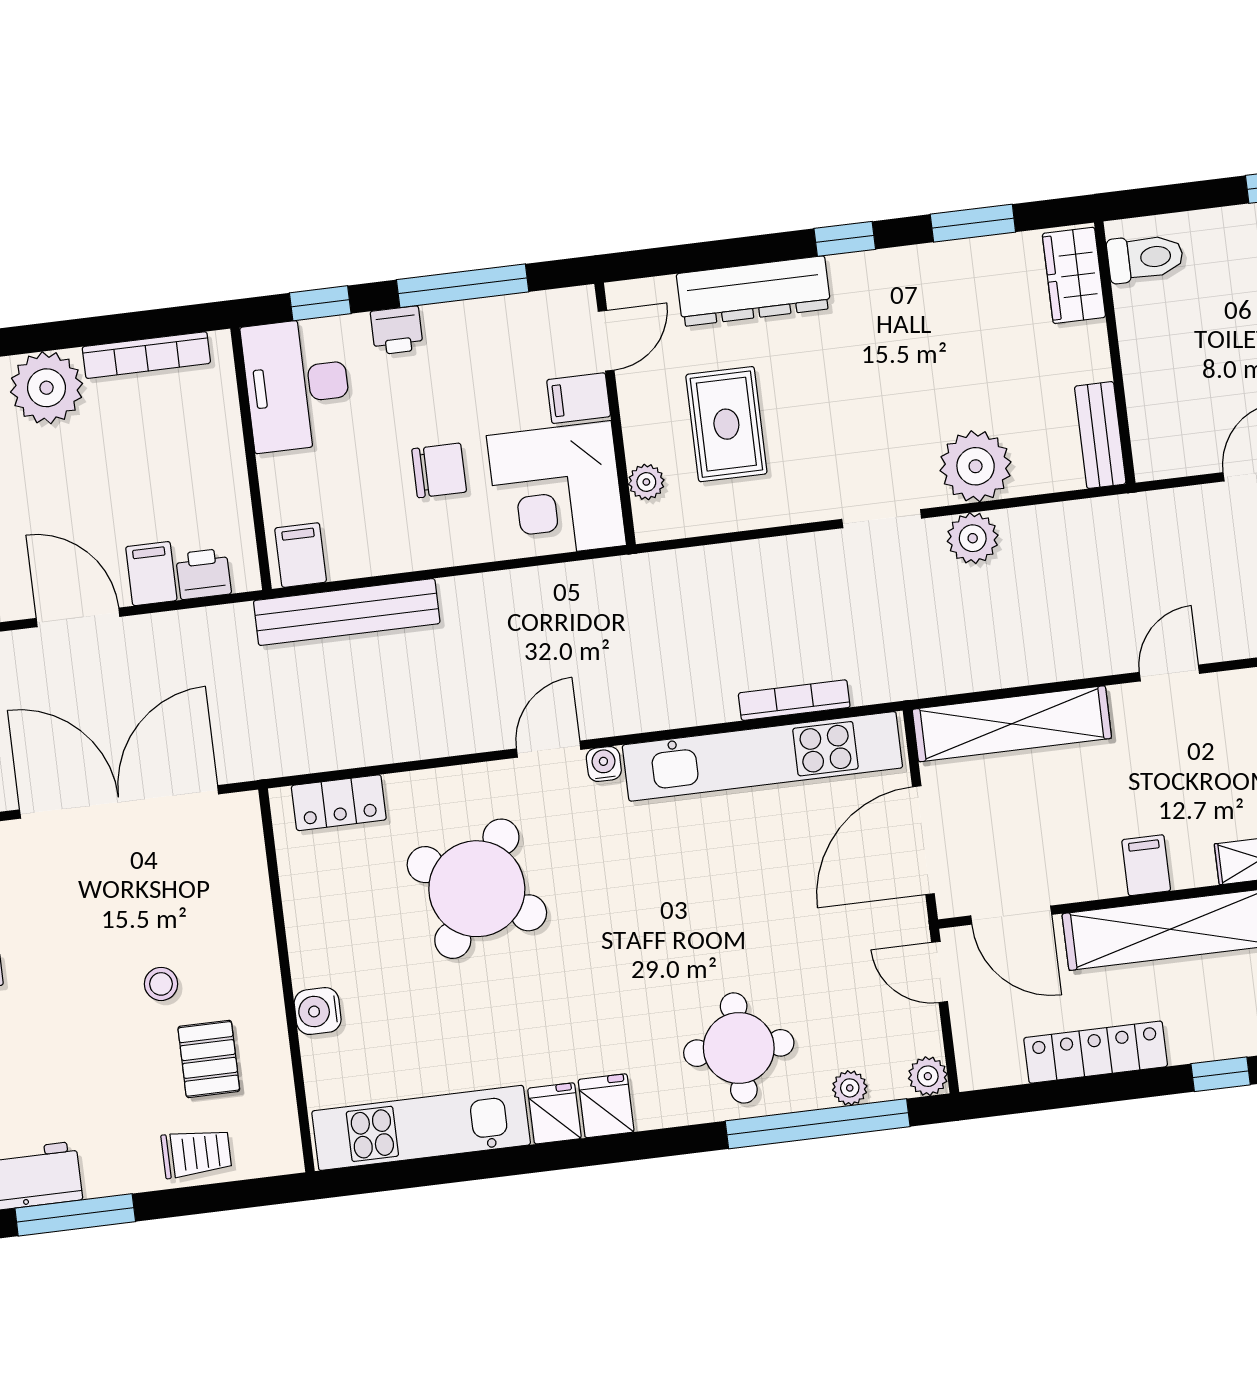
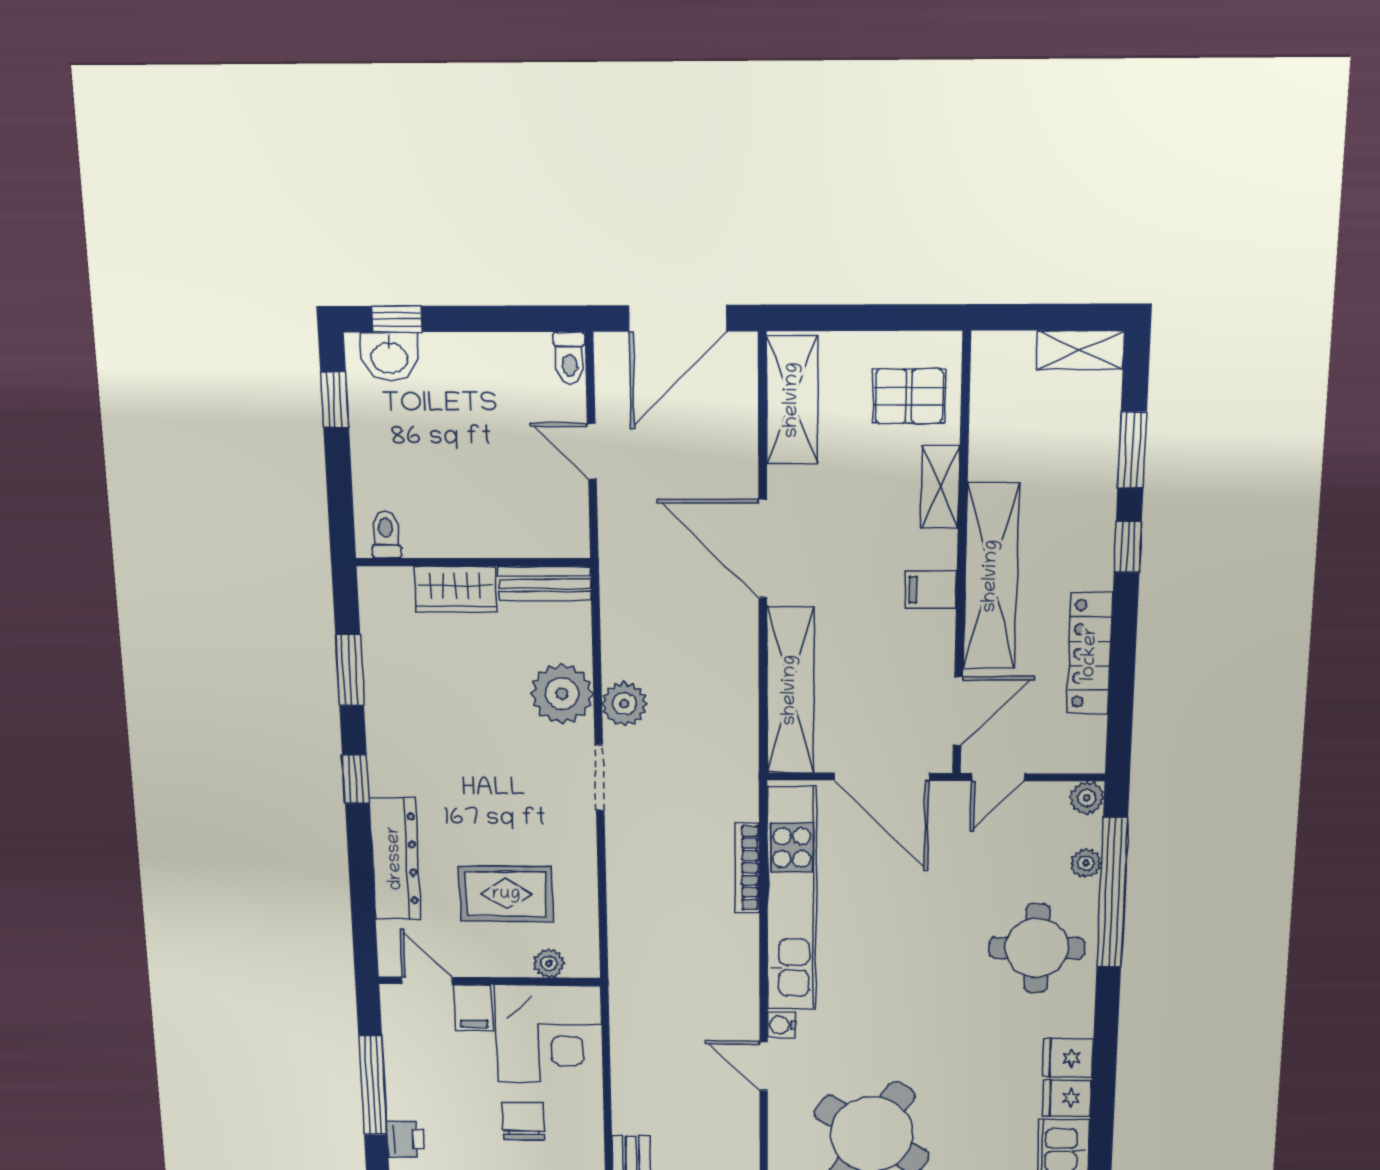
toilet: (1145, 258) -> (386, 534), width x0.73, depth x0.72
wardrobe: (1074, 275) -> (456, 589), moved
door: (1169, 673) -> (763, 549), width x1.87

